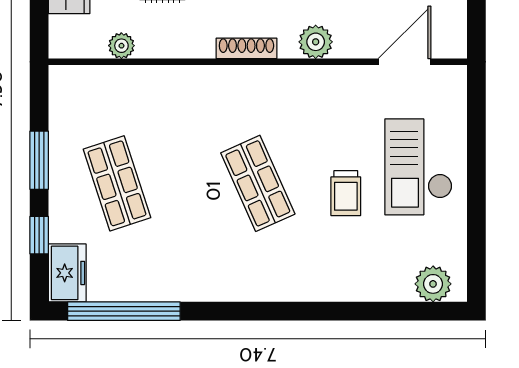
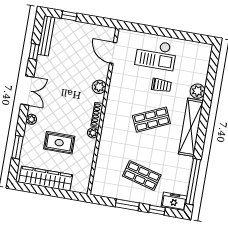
plant: (121, 46) -> (93, 133), moved
shop shelf: (117, 183) -> (142, 176), turned 33
shelving: (255, 283) -> (191, 127), added
plant: (433, 284) -> (198, 91), moved

